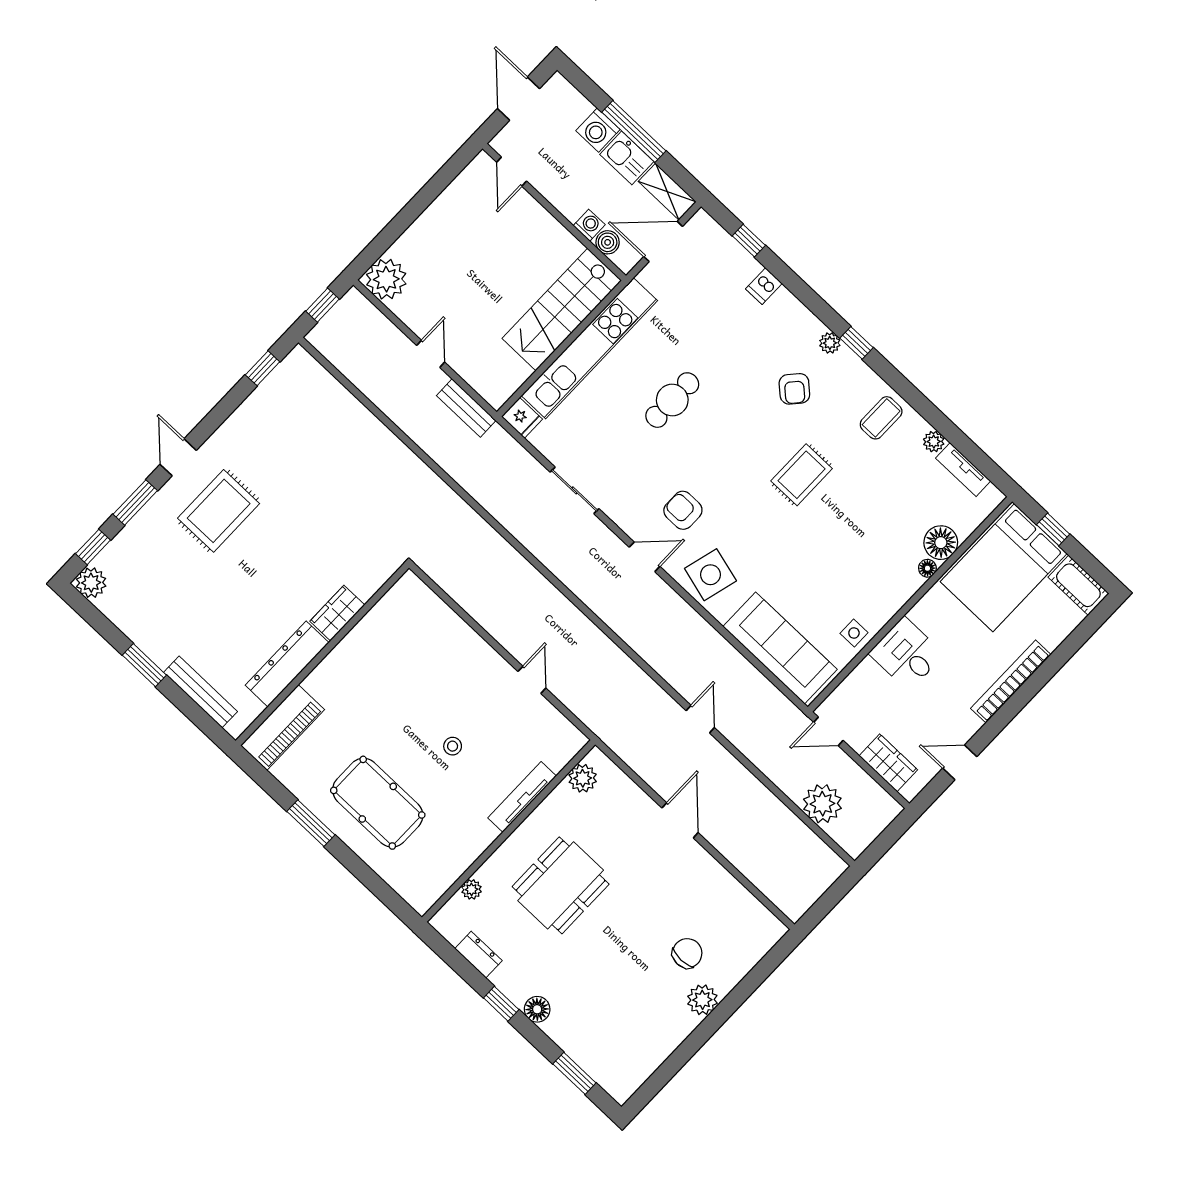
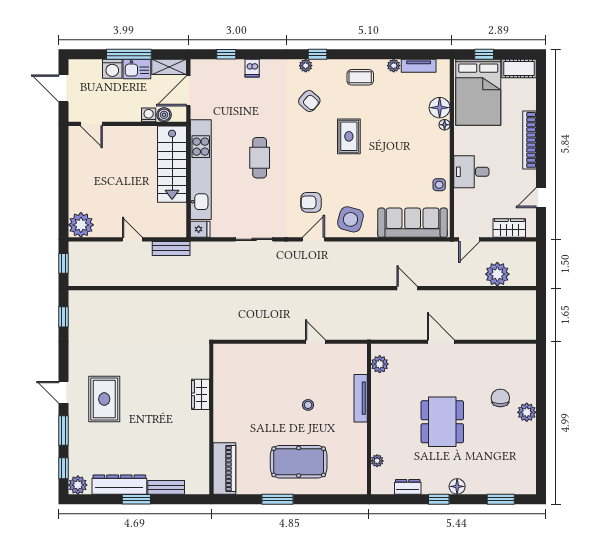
coffee table: (881, 418) -> (360, 77), turned 90
dresser: (287, 664) -> (119, 485), moved, turned 90
bench: (201, 692) -> (166, 487), width x0.73
dining table: (561, 885) -> (442, 422), moved

